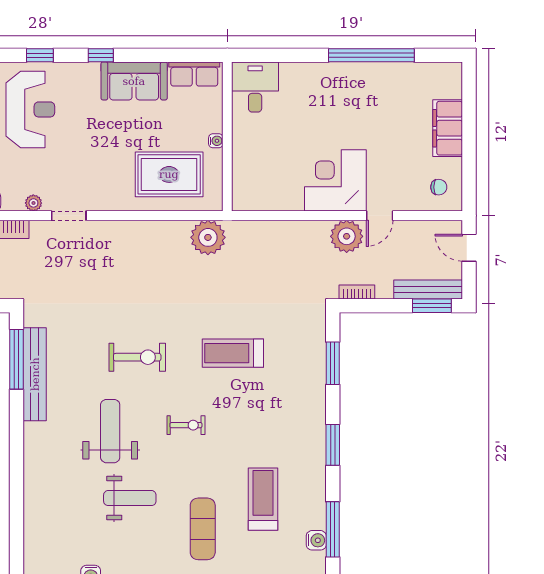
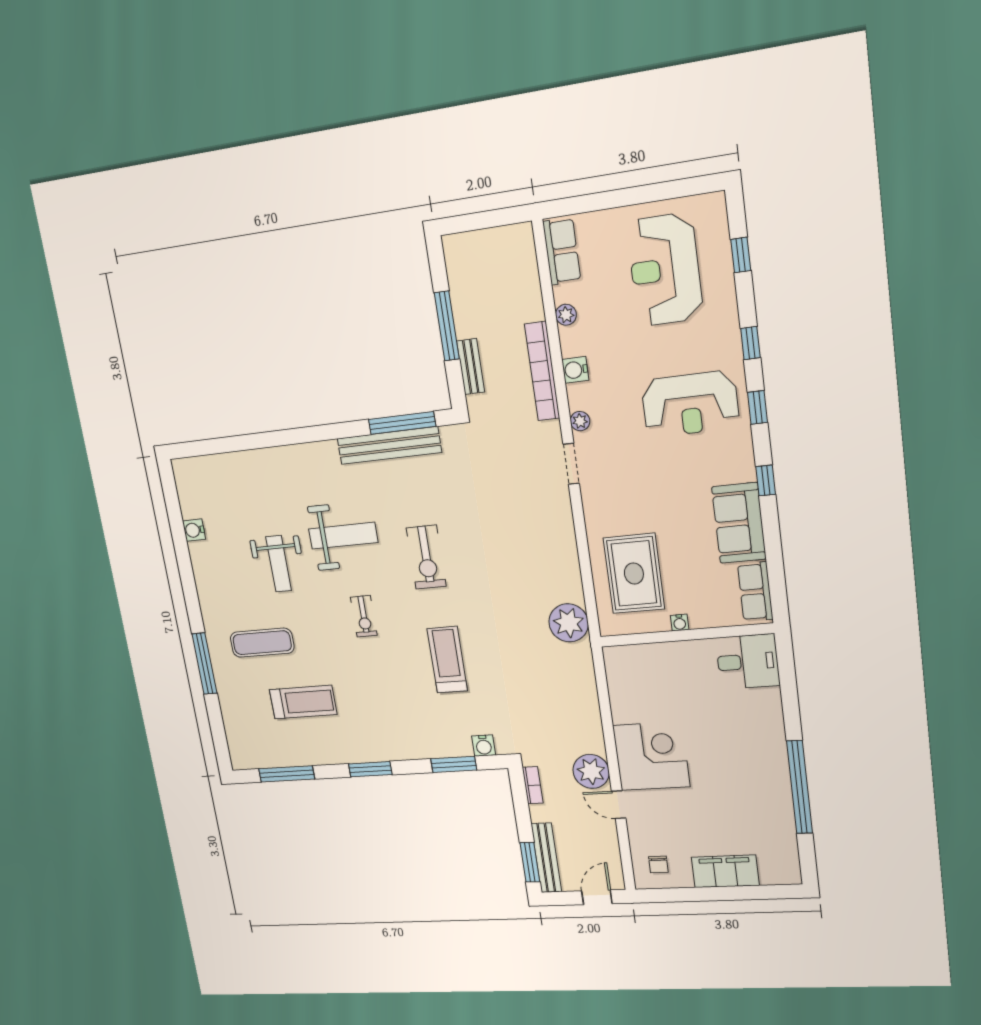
water cooler: (316, 540) -> (484, 746), moved

